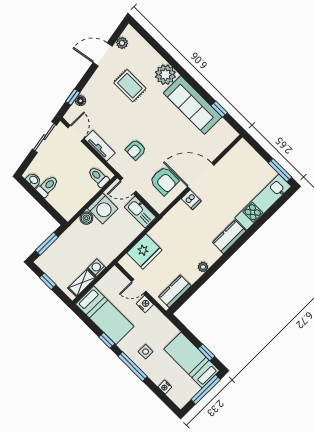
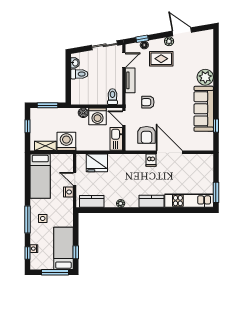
plant: (122, 43) -> (169, 41), moved
rug: (130, 86) -> (161, 59), moved, turned 90
washing machine: (97, 268) -> (66, 141), width x1.89, depth x1.89
window: (107, 340) -> (28, 253), moved

